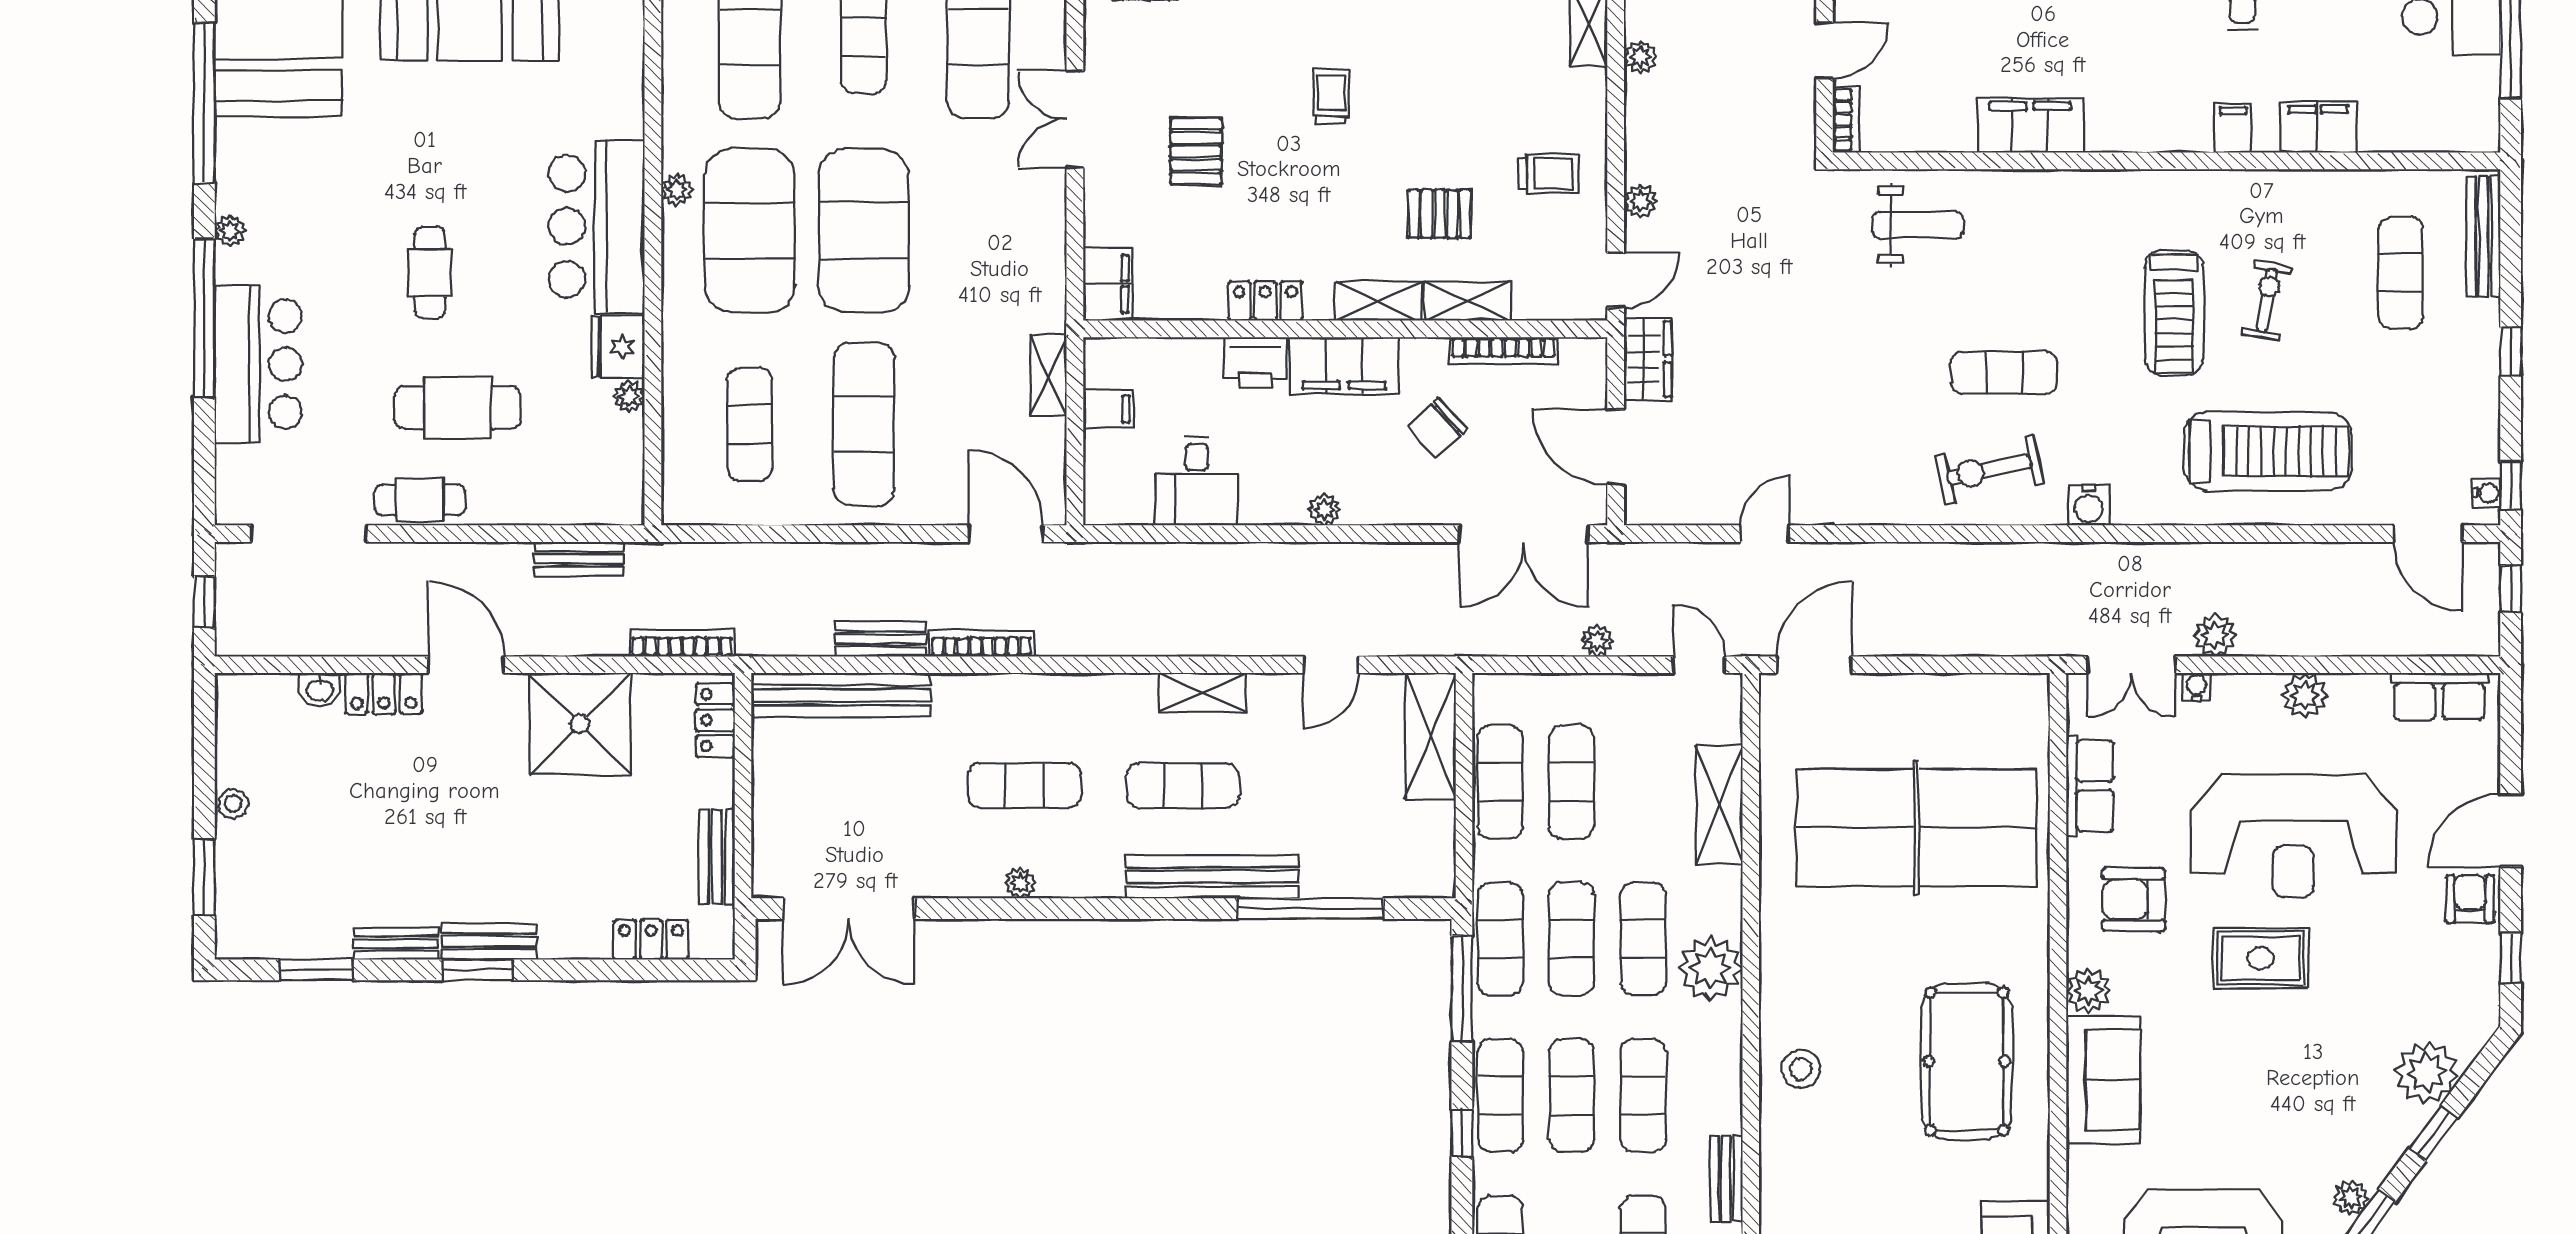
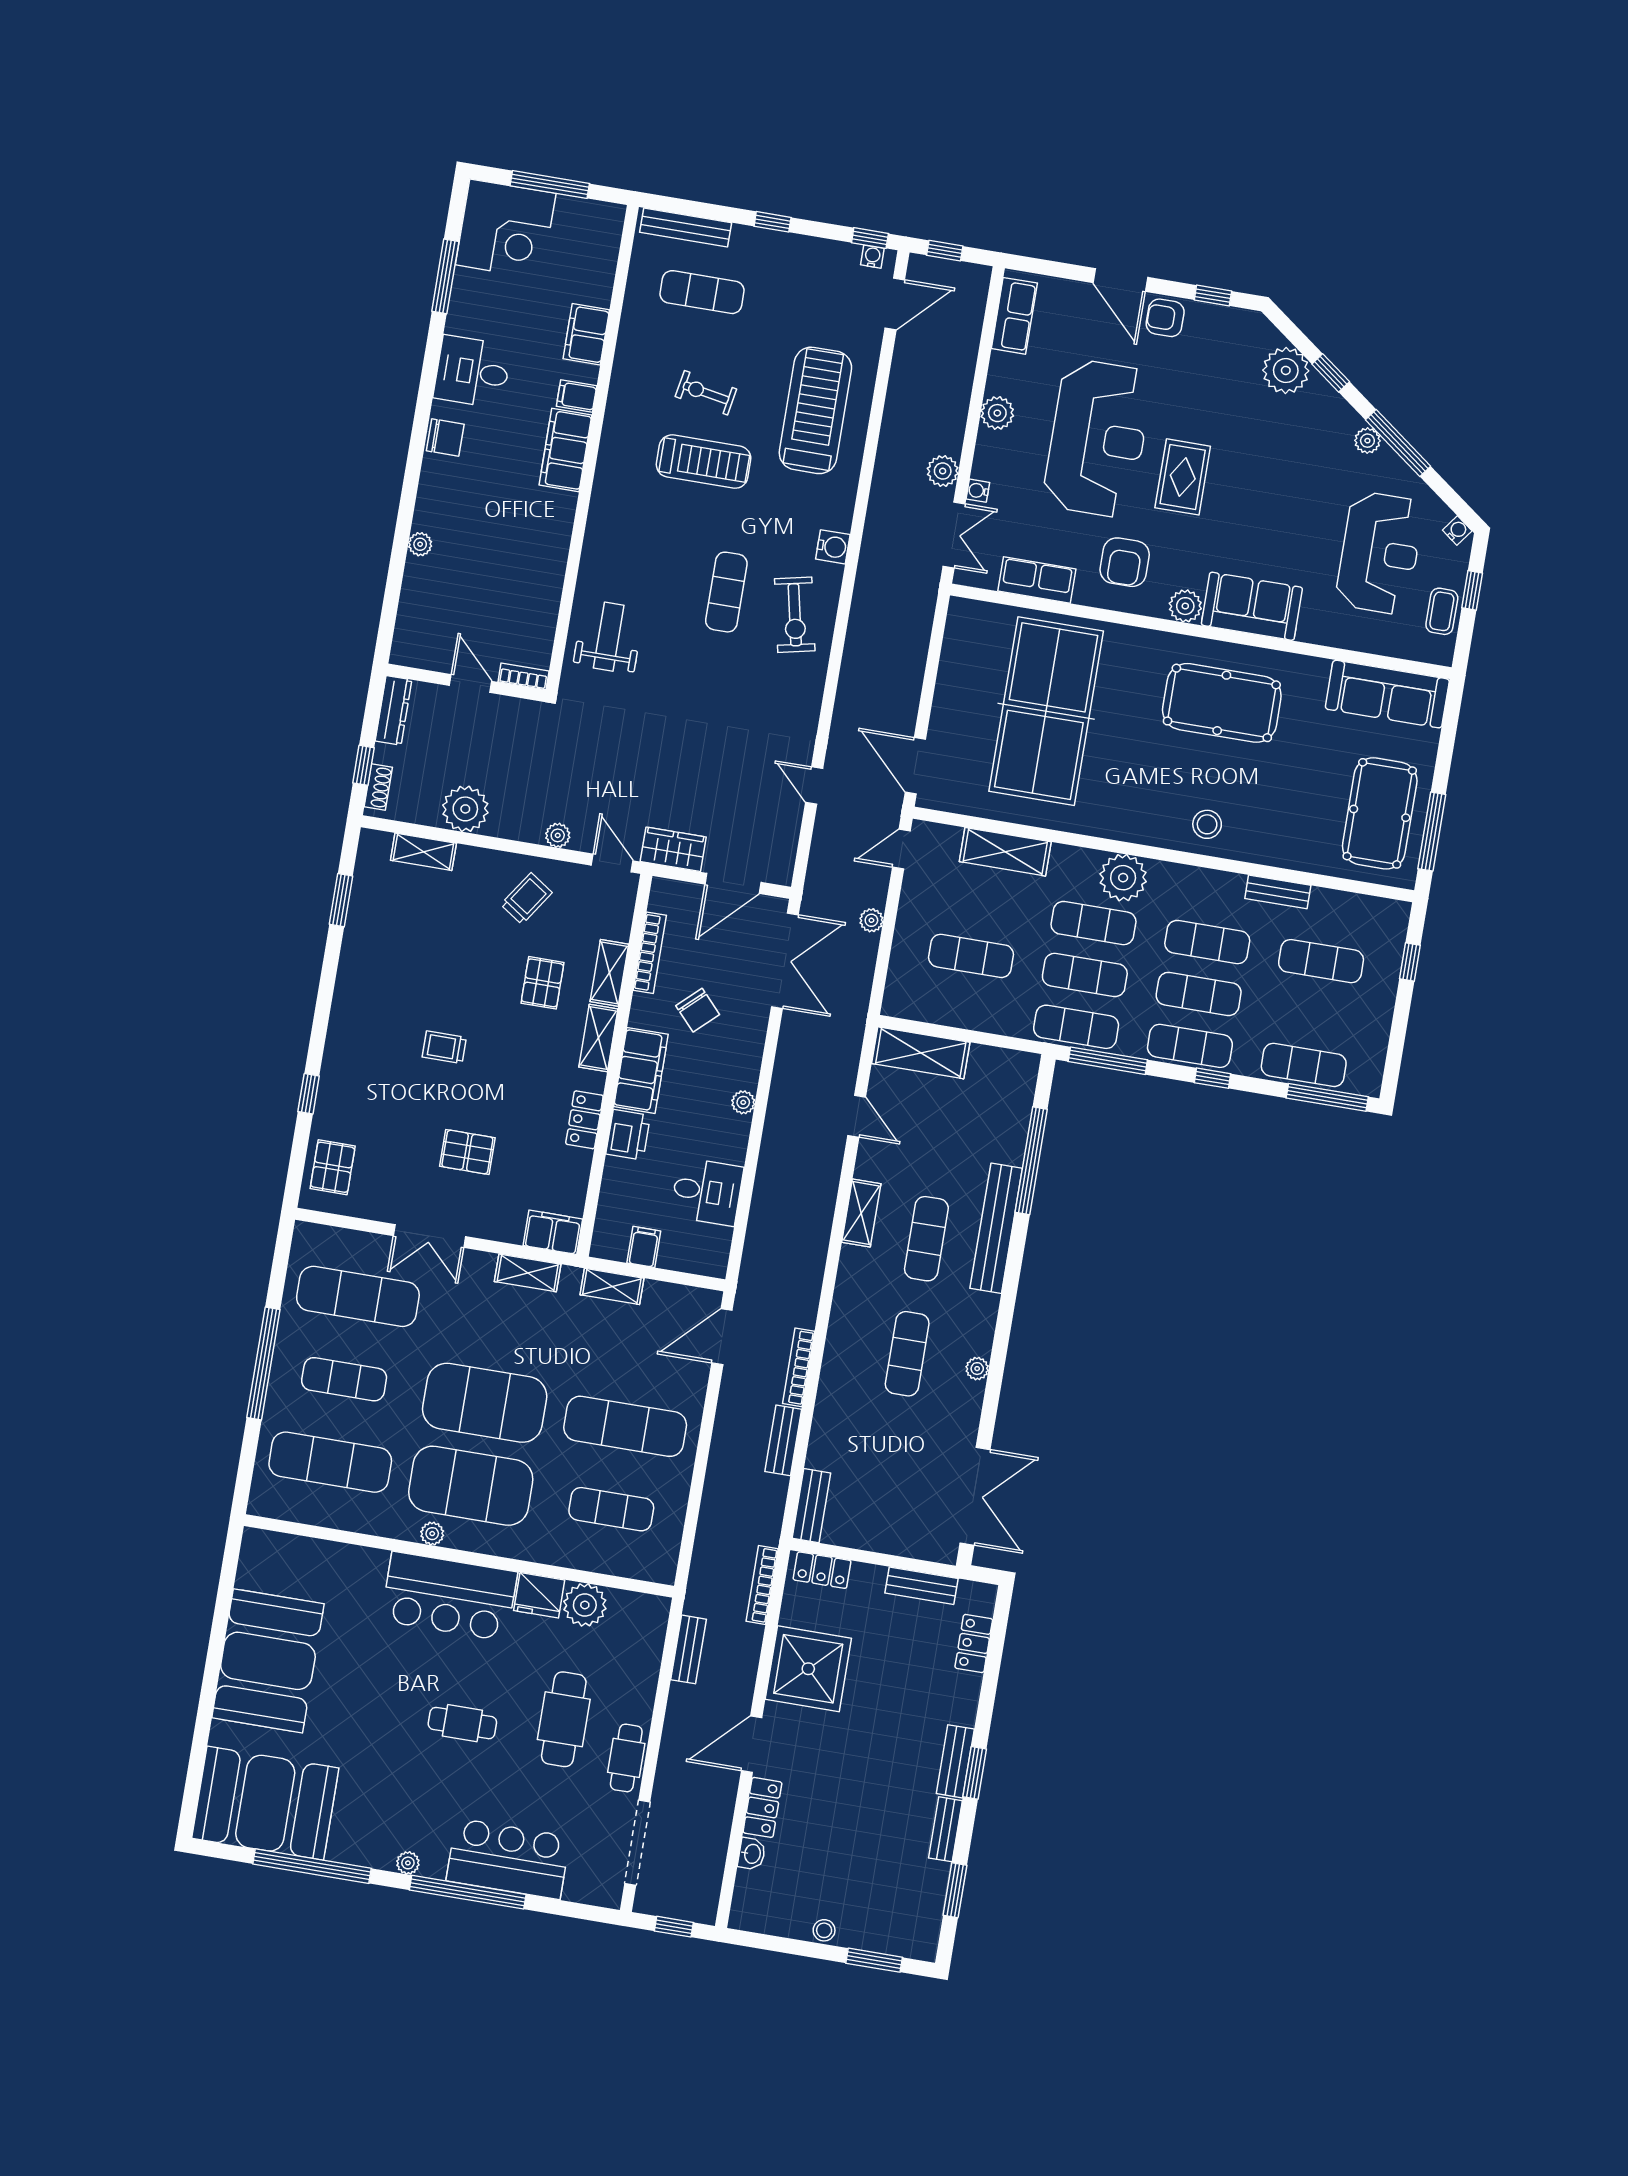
plant: (1641, 57) -> (465, 809), width x1.88, depth x1.88
filing cabinet: (2030, 125) -> (565, 450), moved
trolley: (1549, 173) -> (526, 899), turned 34
shelving: (1047, 259) -> (528, 1273), added
plant: (629, 396) -> (585, 1605), width x1.88, depth x1.88
bench: (841, 695) -> (811, 1506), width x0.54, depth x0.82
exercise mat: (1500, 782) -> (962, 1008), removed

